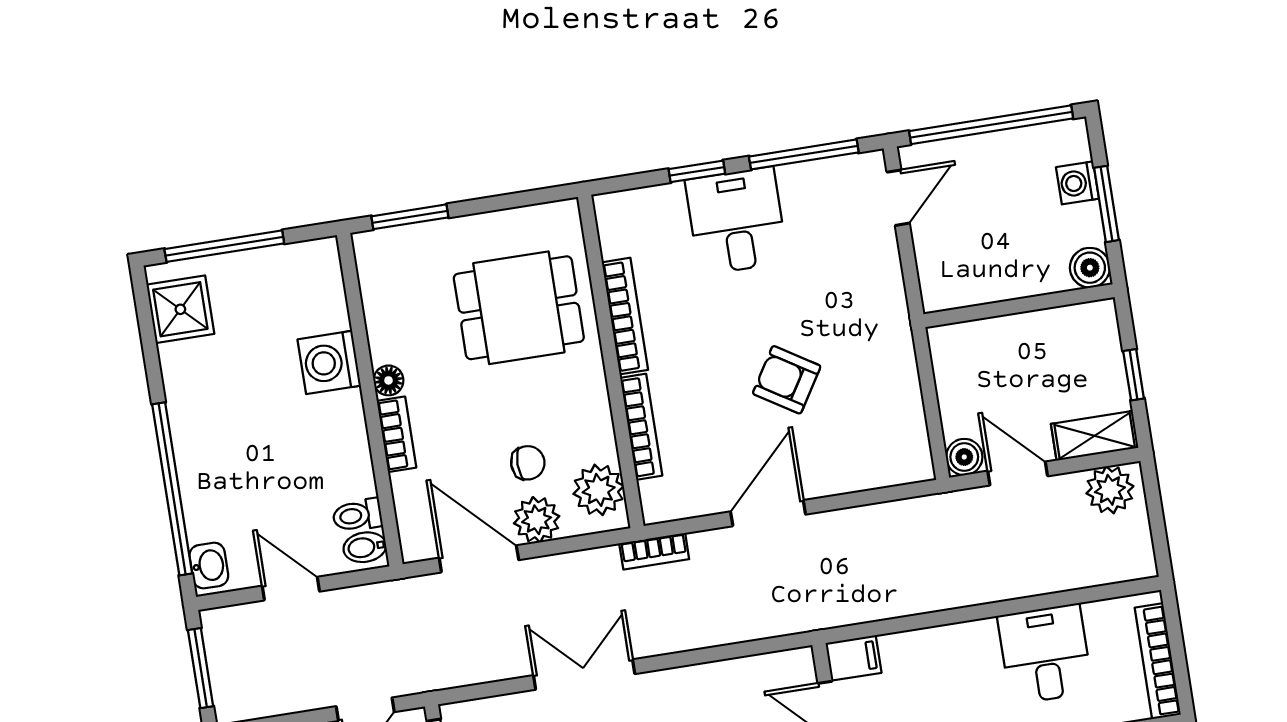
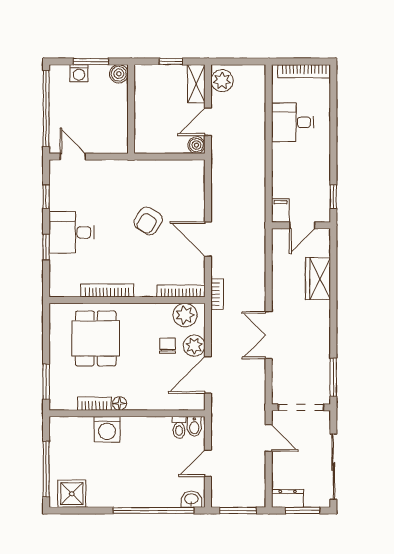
window: (804, 154) -> (46, 197), width x0.46
bookcase: (641, 427) -> (181, 291), moved
bookcase: (396, 434) -> (94, 404), moved

